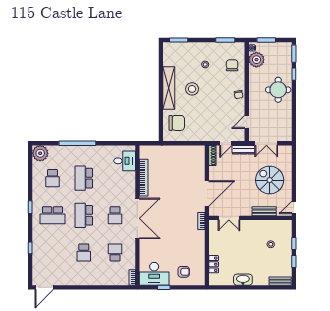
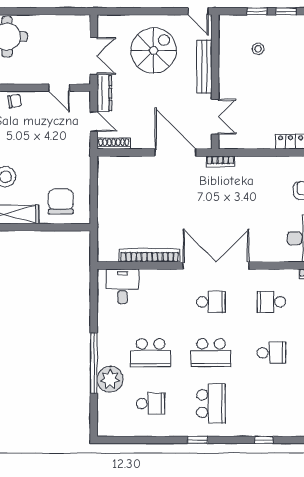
plant: (40, 153) -> (110, 379), moved
spiral stairs: (270, 180) -> (154, 51), turned 180
bench: (264, 211) -> (204, 67), width x1.36

